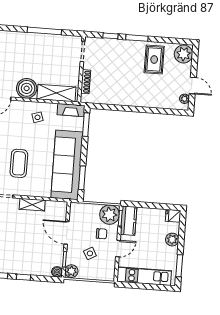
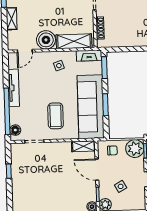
coffee table: (19, 163) -> (56, 116), moved
window: (82, 178) -> (105, 105), moved
shelving: (32, 205) -> (83, 146), moved
chair: (102, 234) -> (112, 150), moved

